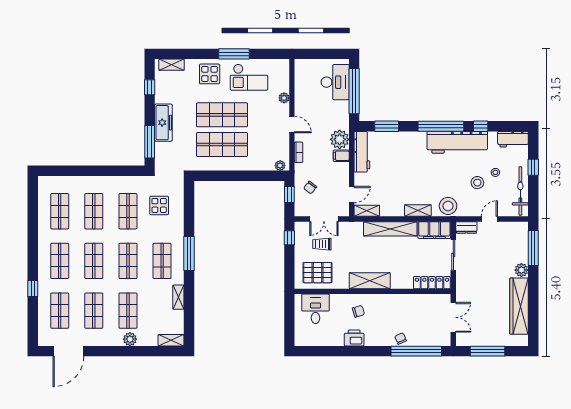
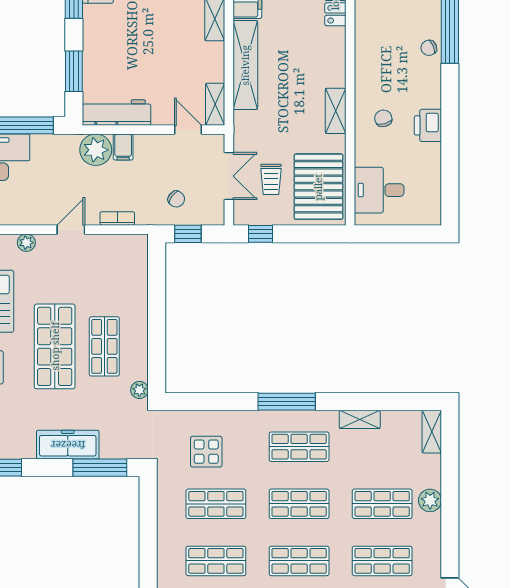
shop shelf: (222, 145) -> (104, 346), width x0.70, depth x0.74
plant: (280, 166) -> (139, 390), moved
pallet: (318, 273) -> (318, 187), width x1.37, depth x1.41
shelving: (370, 281) -> (336, 111), width x0.67, depth x0.75

